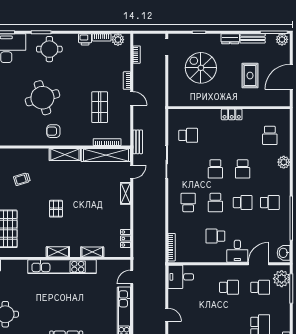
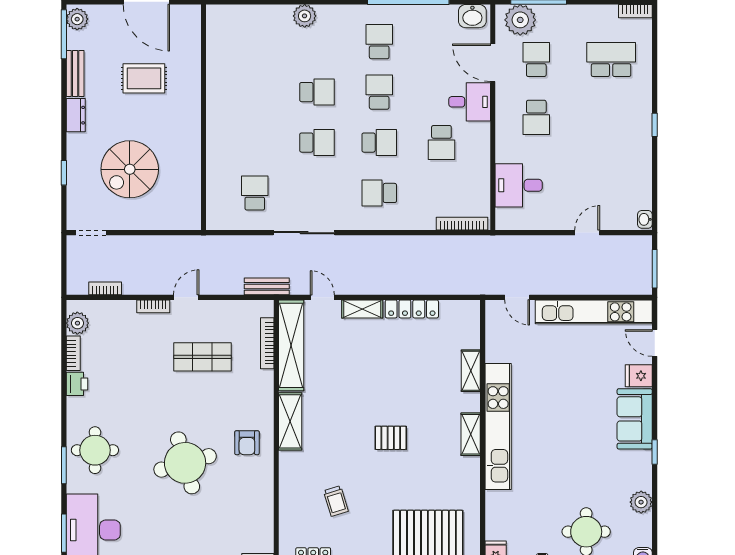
locker: (232, 114) -> (216, 112), removed
school desk: (270, 135) -> (255, 42), removed
locker: (126, 239) -> (412, 309), moved, width x1.53
desk: (181, 277) -> (519, 185), moved, turned 90
school desk: (229, 287) -> (536, 117), turned 180

